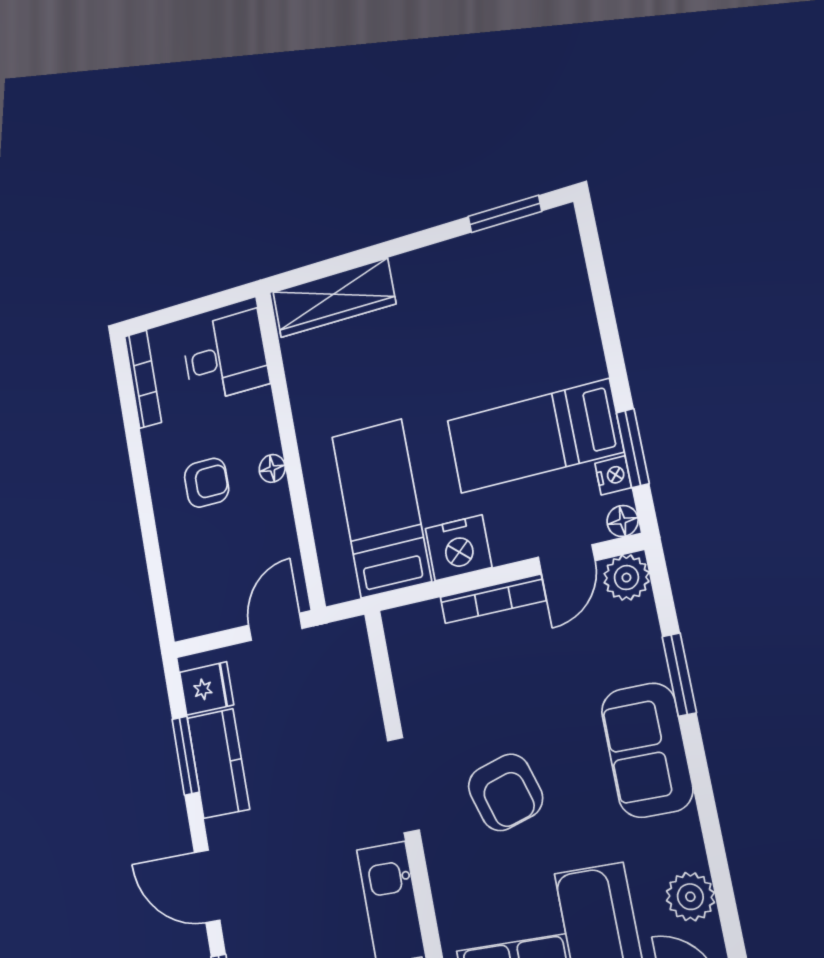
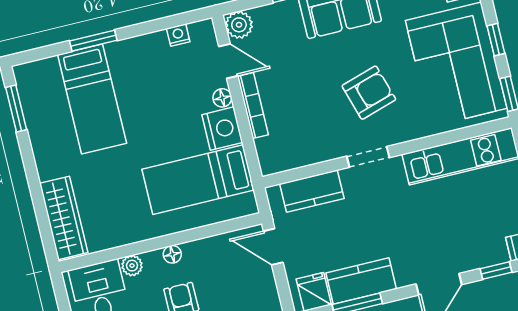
plant: (259, 406) -> (132, 266), added
bed: (534, 436) -> (92, 99), moved
window: (633, 448) -> (93, 41), moved
floor lamp: (623, 521) -> (222, 98), moved
kitchen counter: (355, 691) -> (312, 191), added
doorway: (403, 785) -> (368, 157), width x0.73

